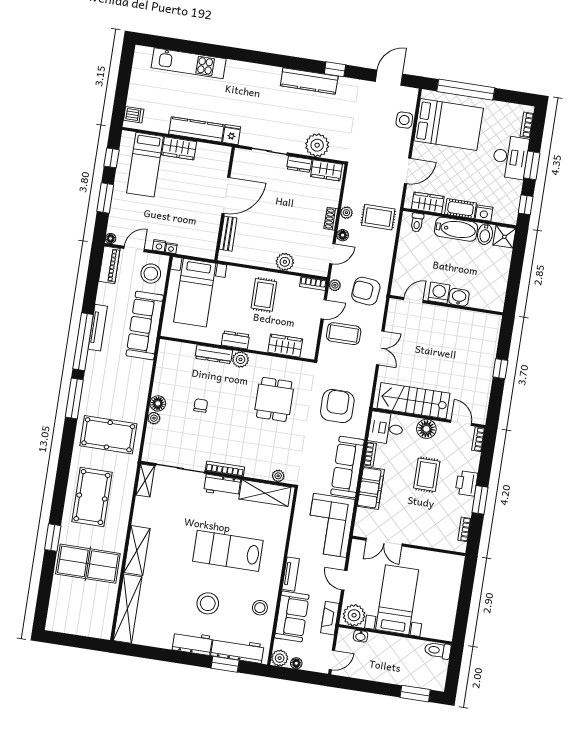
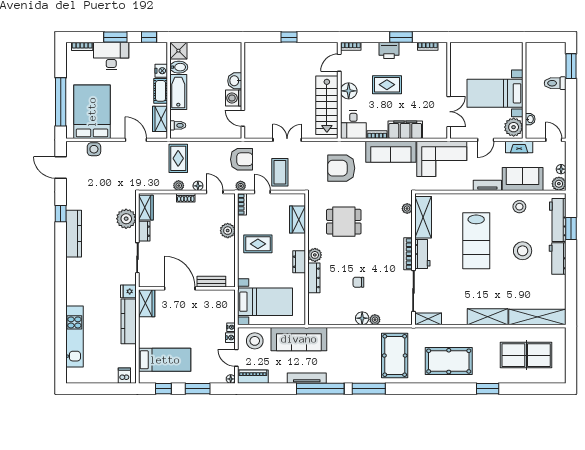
wardrobe: (179, 148) -> (147, 303), moved
armchair: (366, 291) -> (242, 159), turned -96
table tennis table: (88, 564) -> (526, 355), moved, turned 90
toilet: (438, 650) -> (555, 83), moved, turned 90

